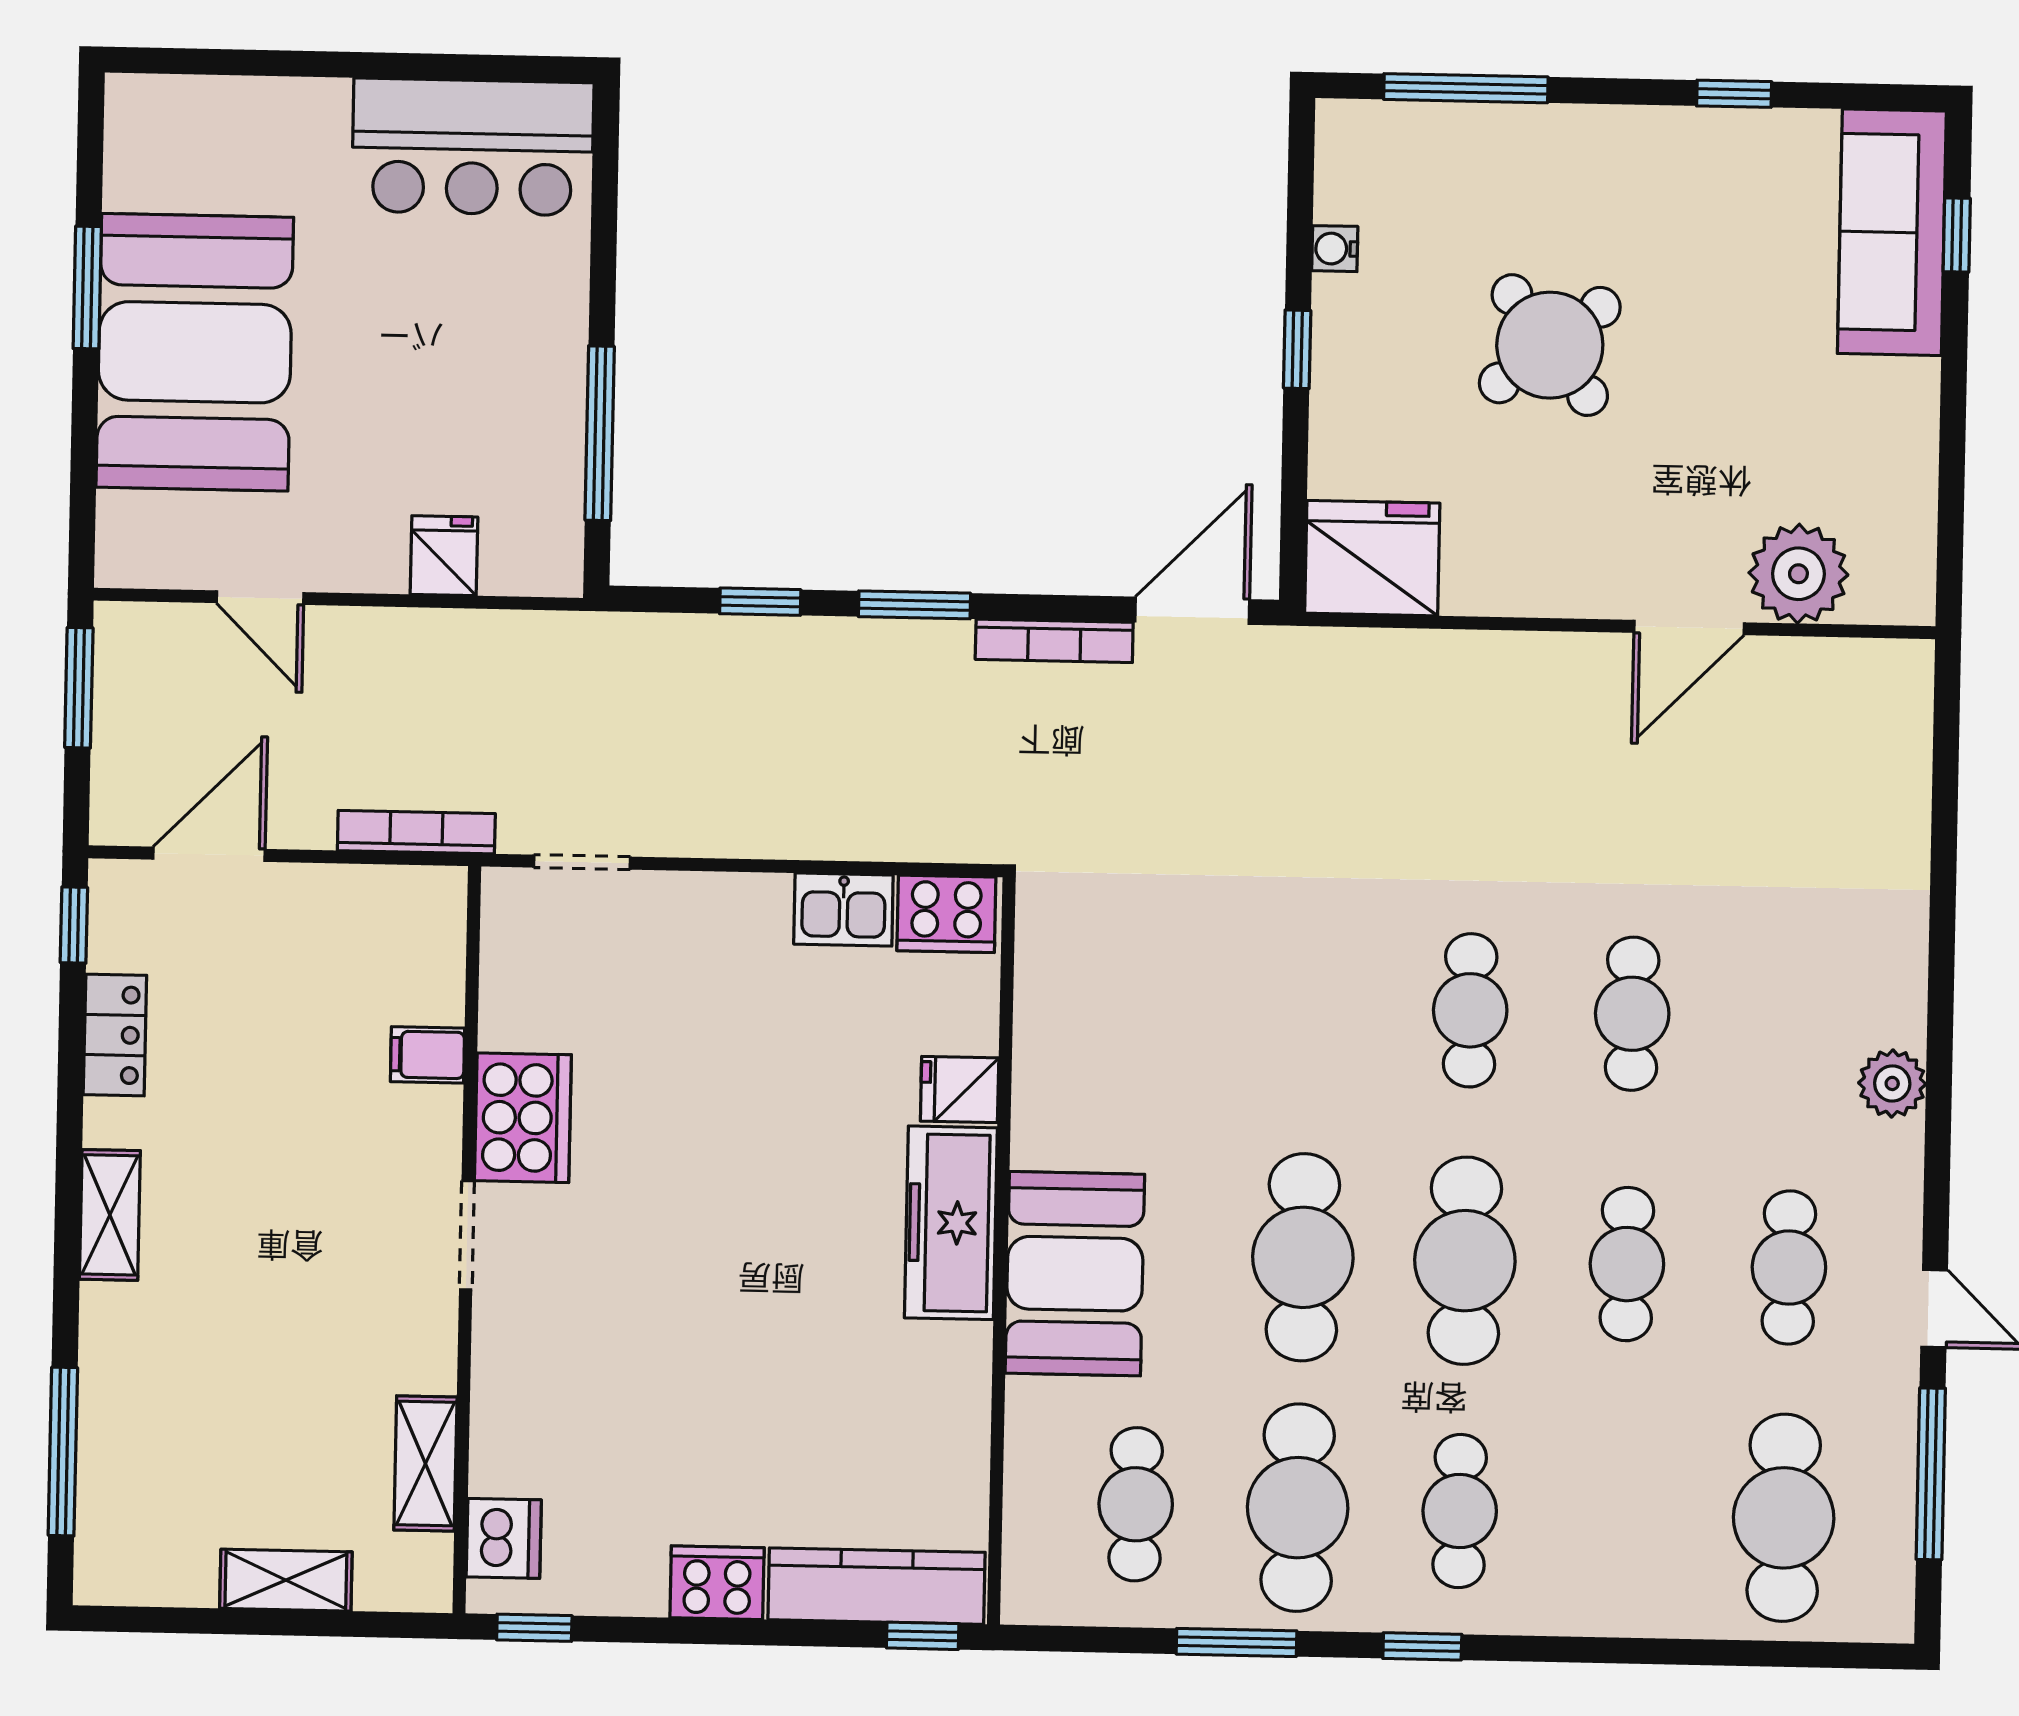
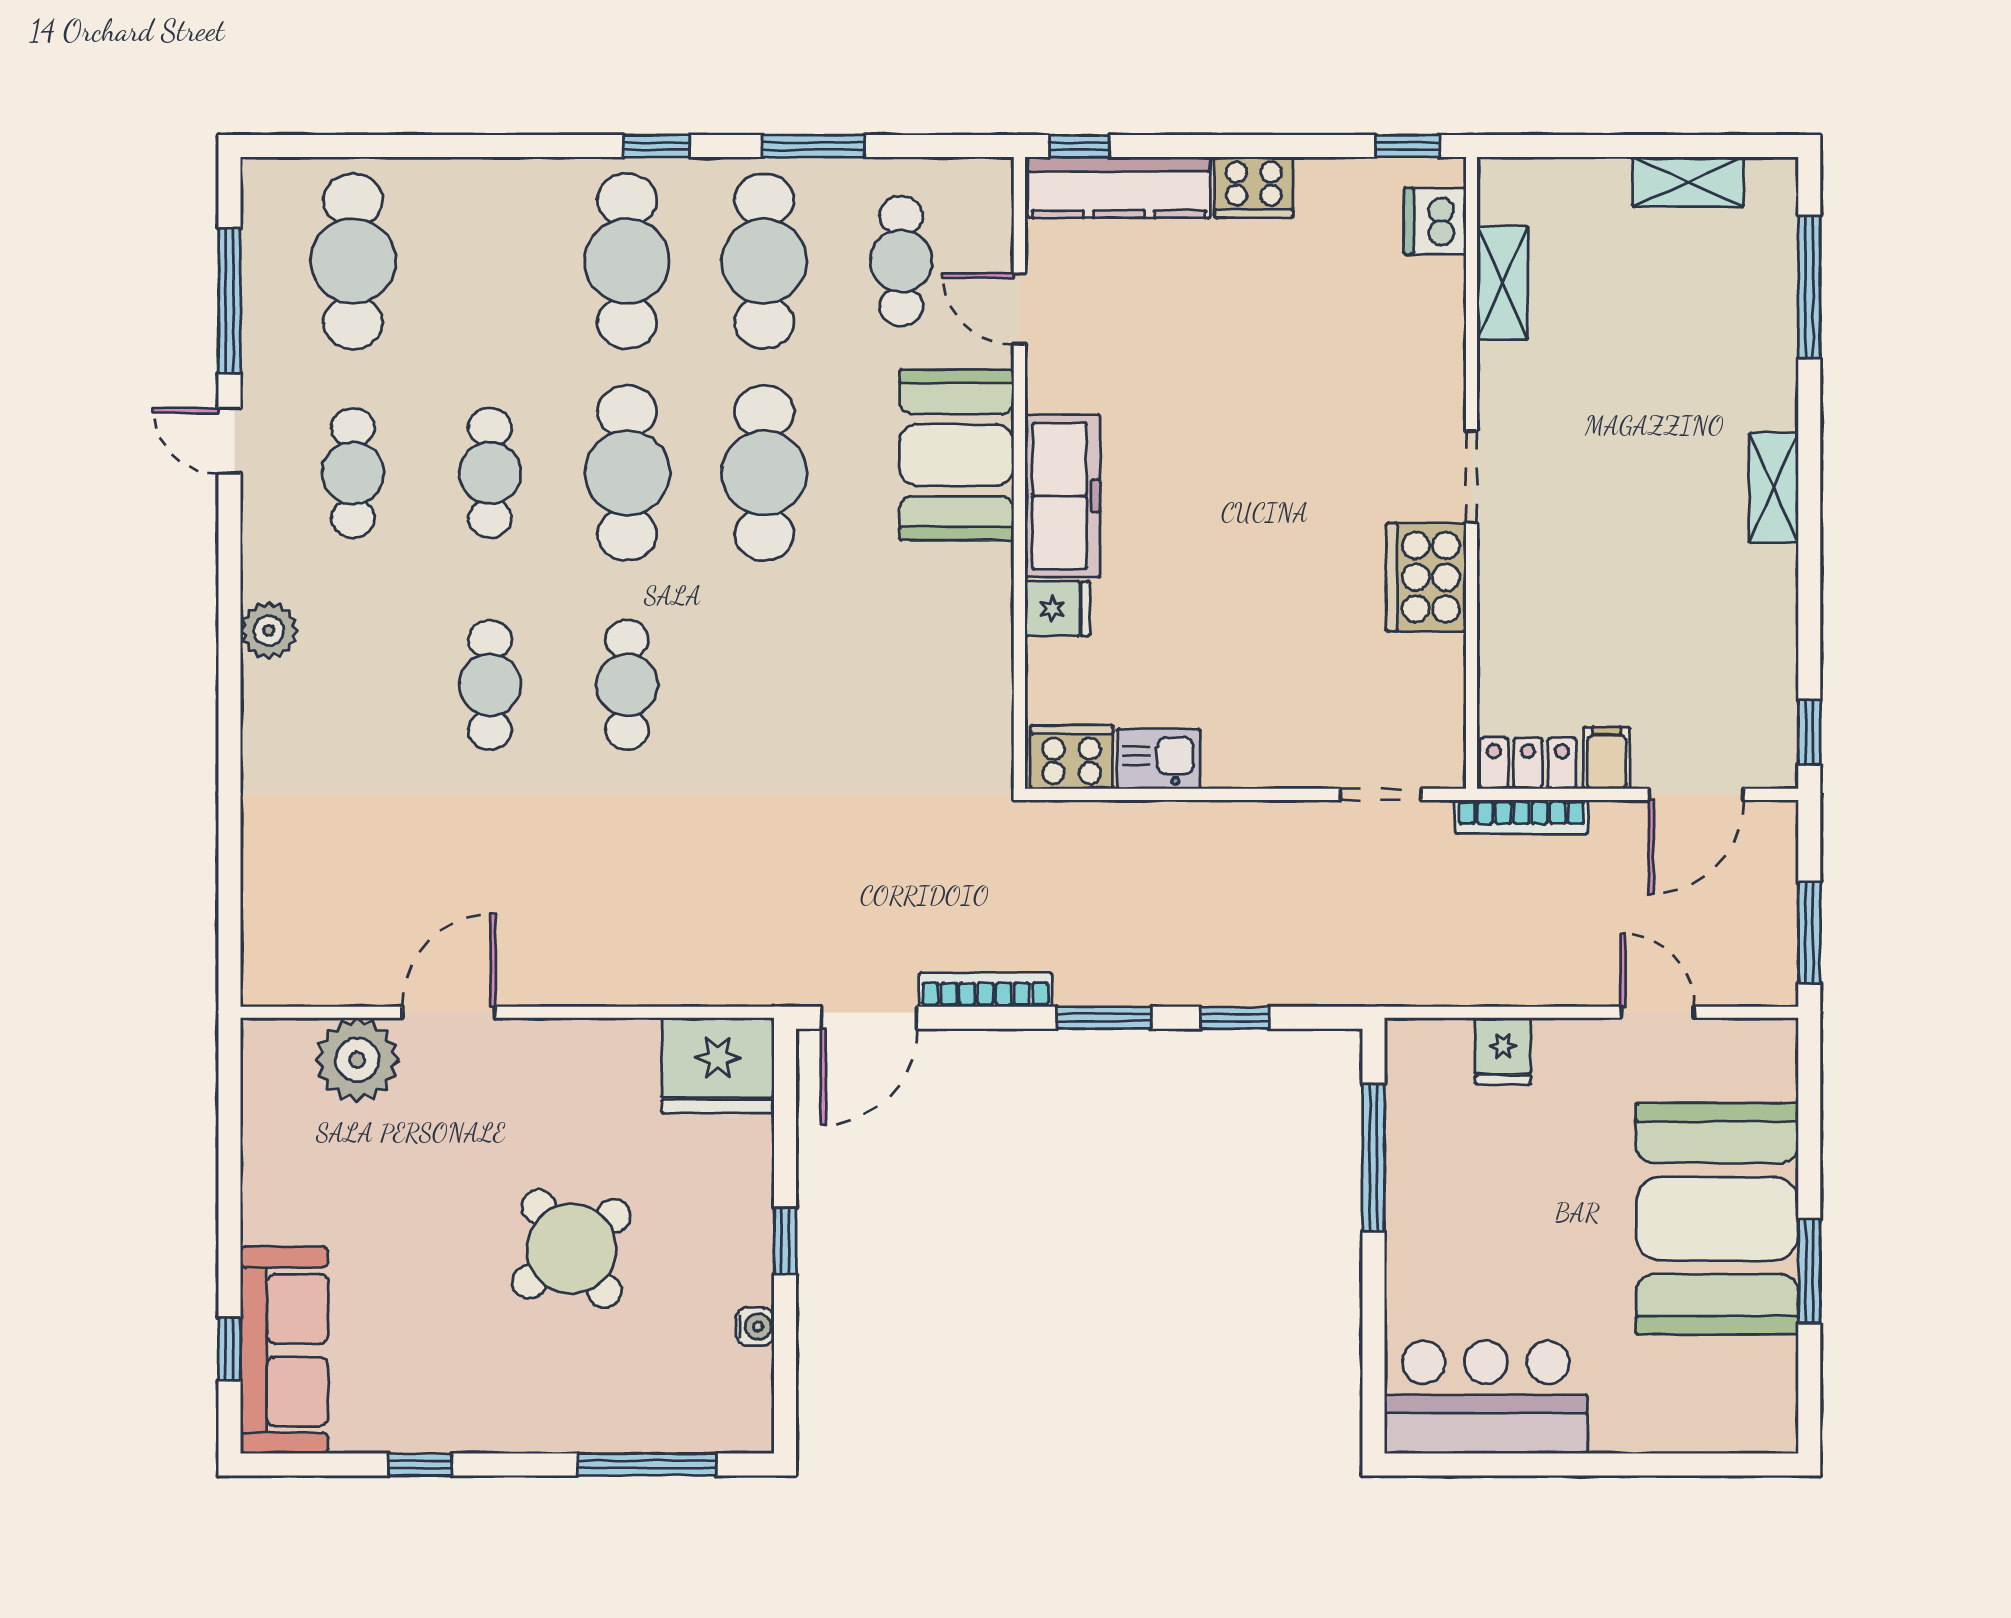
locker: (115, 1035) -> (1528, 763), moved, turned 90
filing cabinet: (428, 1055) -> (1607, 758), moved, turned -90
door: (997, 1445) -> (1019, 309), added
cafe table: (1460, 1511) -> (627, 261), width x1.37, depth x1.35
shelving: (286, 1580) -> (1688, 182), moved

